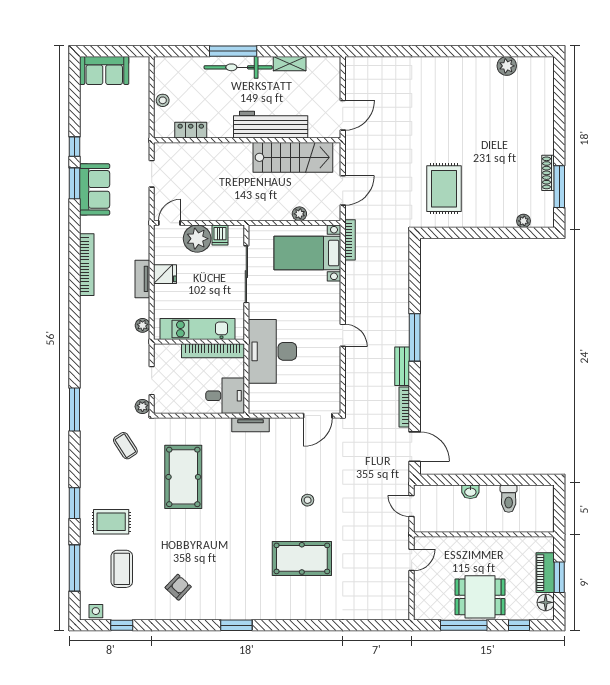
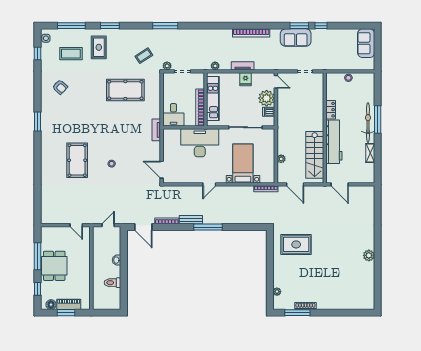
plant: (507, 66) -> (369, 255), moved
locker: (191, 130) -> (331, 110), moved
bed with nightstands: (307, 253) -> (243, 164), moved
door: (415, 447) -> (143, 227), hinge flipped

